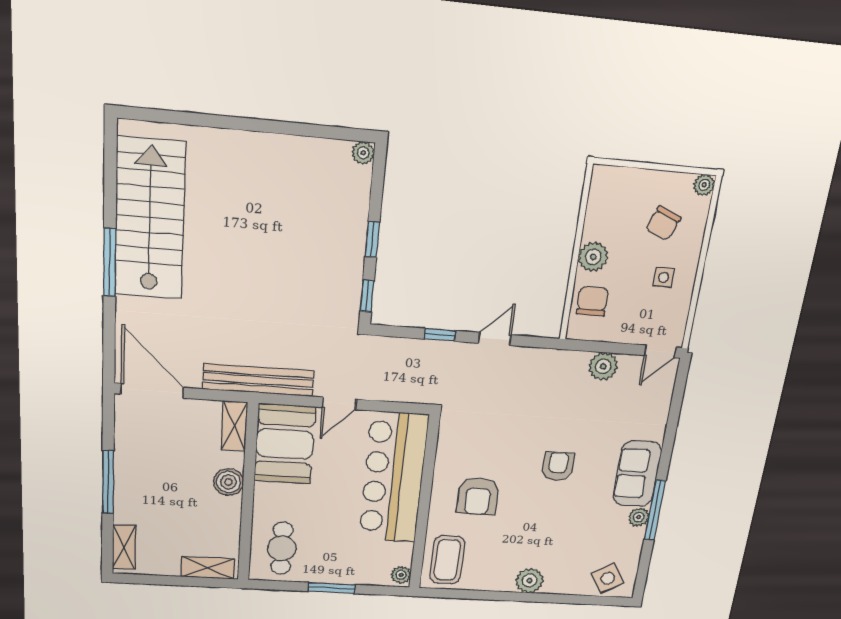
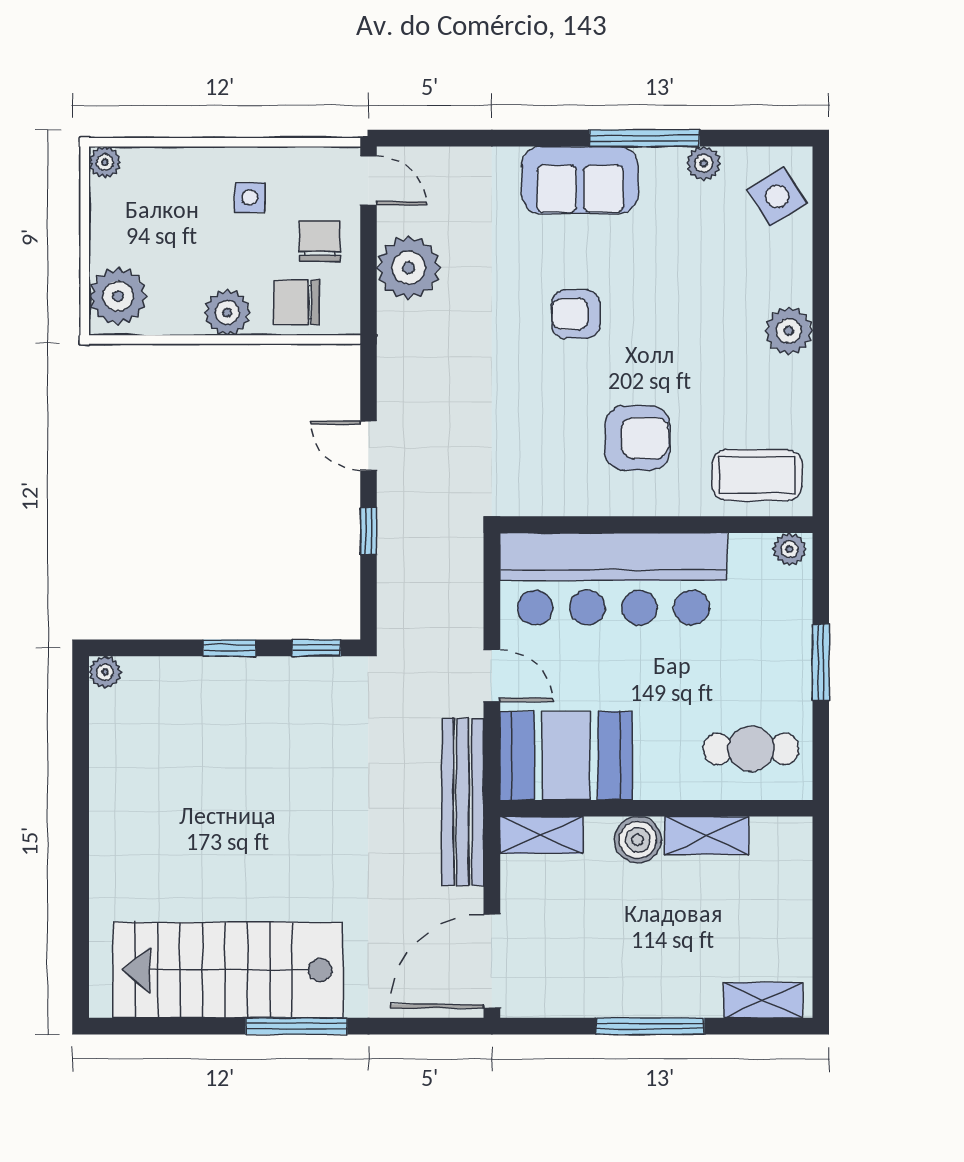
plant: (616, 186) -> (118, 296), added
chair: (663, 223) -> (320, 241), moved, turned -112
plant: (603, 366) -> (409, 268), width x1.36, depth x1.36
plant: (639, 517) -> (704, 163), moved
shelving: (208, 568) -> (707, 835), moved, turned 90

